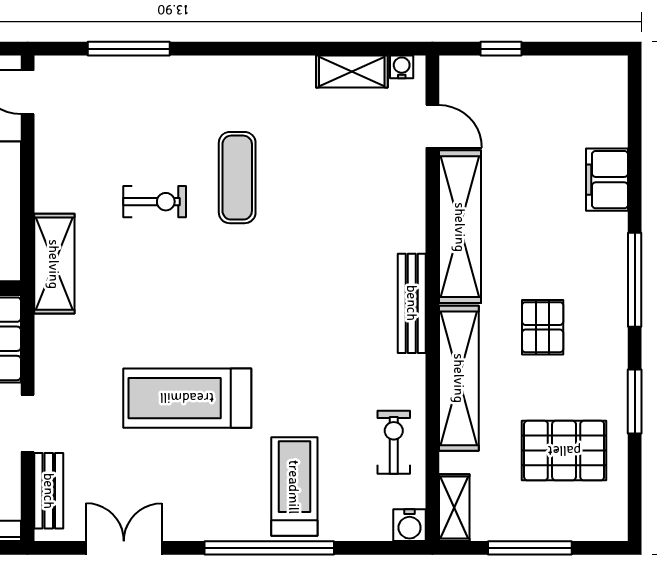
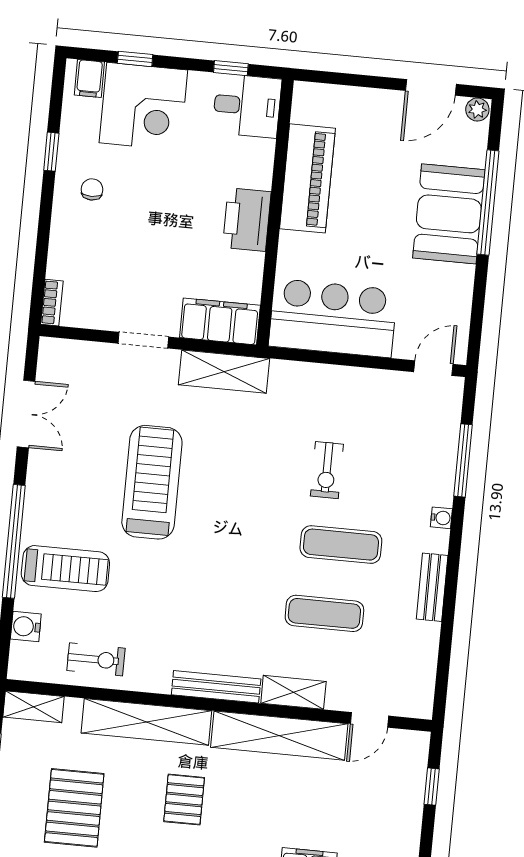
water cooler: (402, 67) -> (441, 518), moved
shelving: (352, 72) -> (293, 692), moved, turned 90
exercise mat: (317, 189) -> (324, 613), added
shelving: (54, 264) -> (224, 372), moved
pallet: (543, 327) -> (184, 800), turned 90
bench: (49, 491) -> (432, 587), moved, turned 90
water cooler: (410, 525) -> (26, 626), moved

